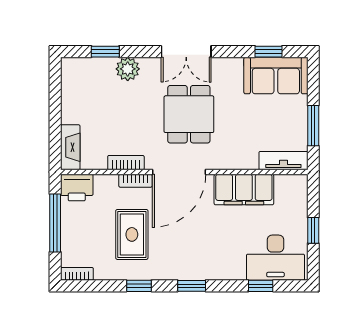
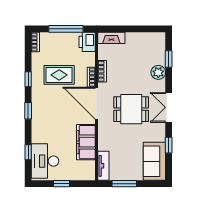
window: (269, 52) -> (169, 145), moved

